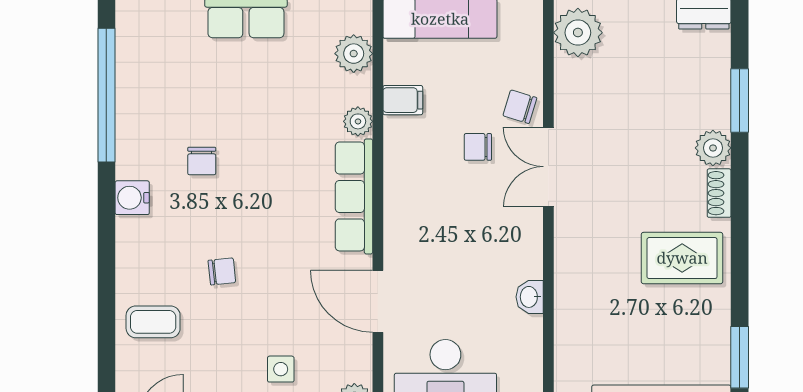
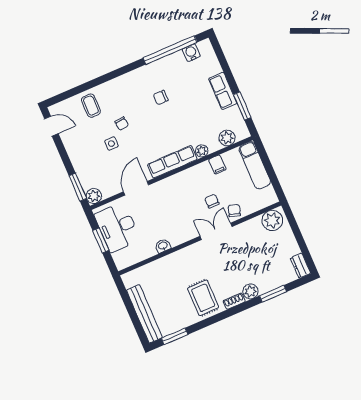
water cooler: (132, 198) -> (191, 53), moved
side table: (281, 369) -> (111, 144), moved

